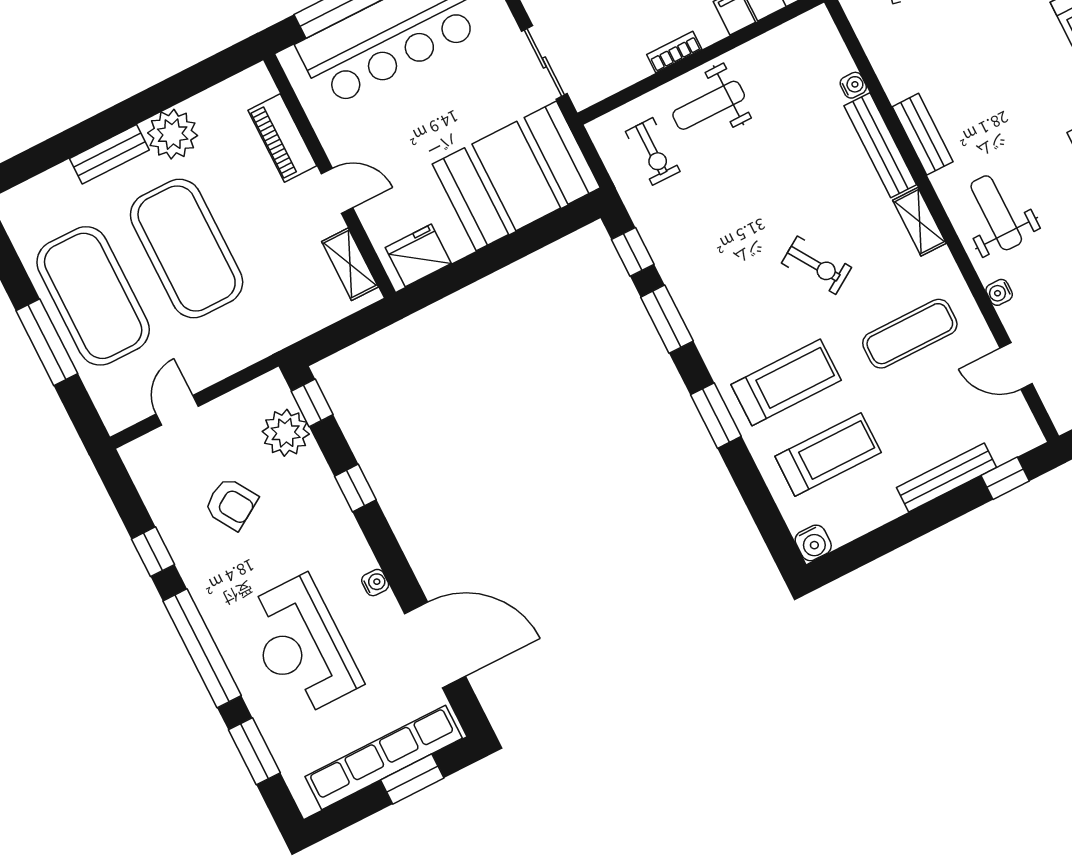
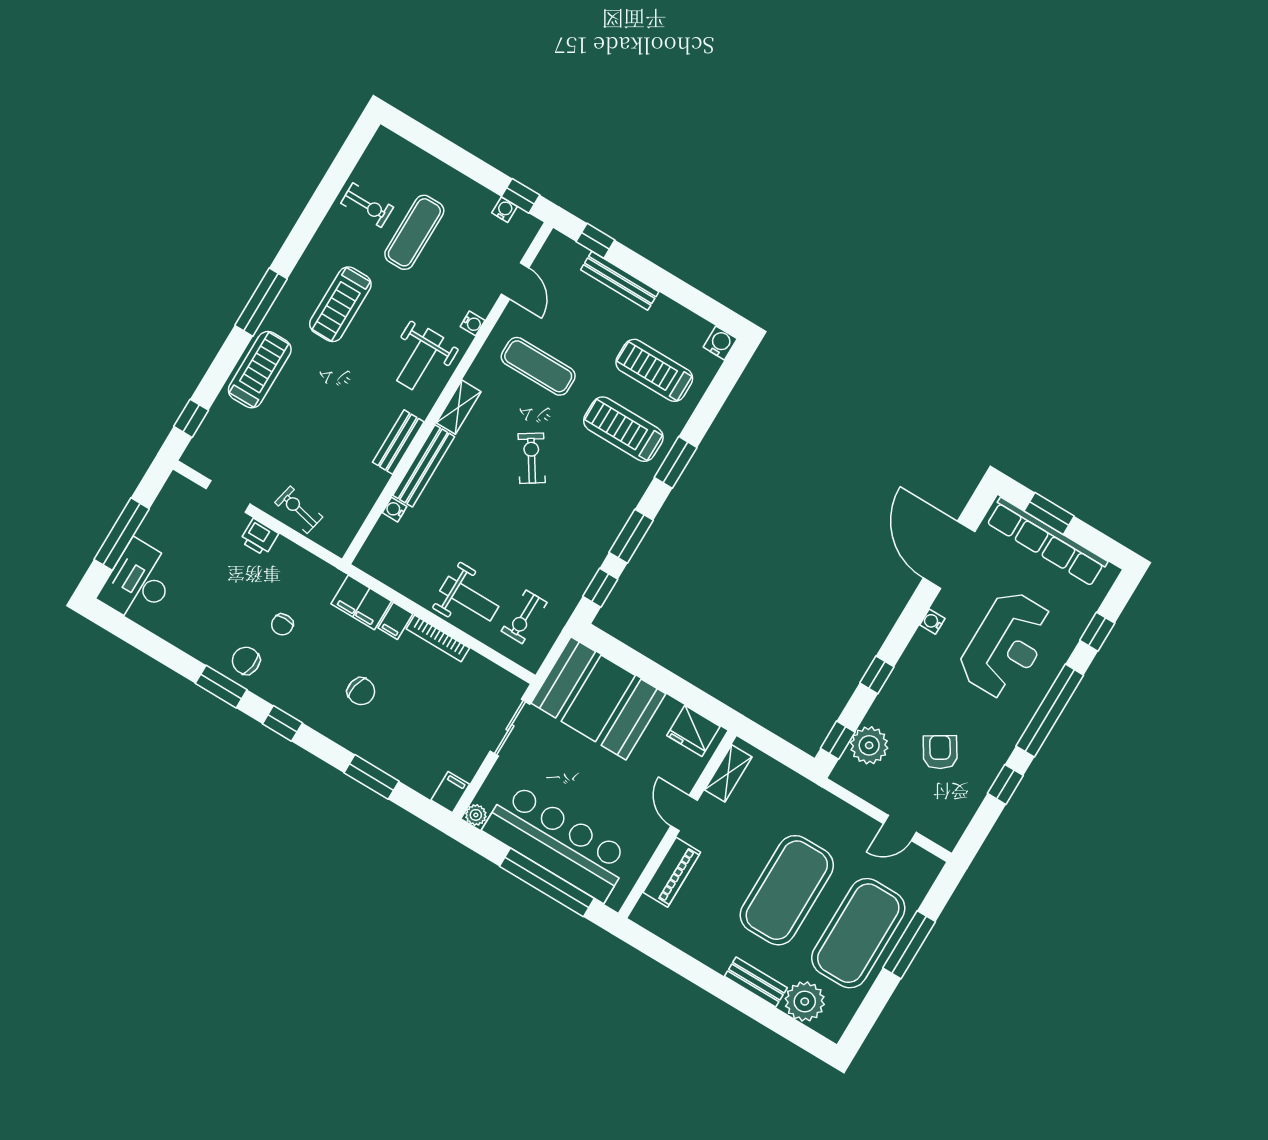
bookcase: (674, 52) -> (438, 638), width x1.56
plant: (173, 134) -> (805, 1001), moved
exercise bike: (653, 151) -> (524, 617), turned 180
window: (254, 751) -> (1097, 632), width x0.67

